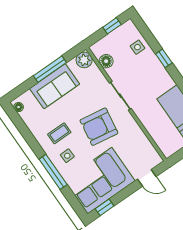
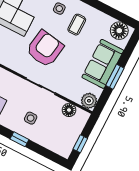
side table: (137, 47) -> (31, 118), moved
window: (50, 69) -> (115, 77), width x0.69
floor lamp: (19, 107) -> (119, 31), width x1.89, depth x1.89

